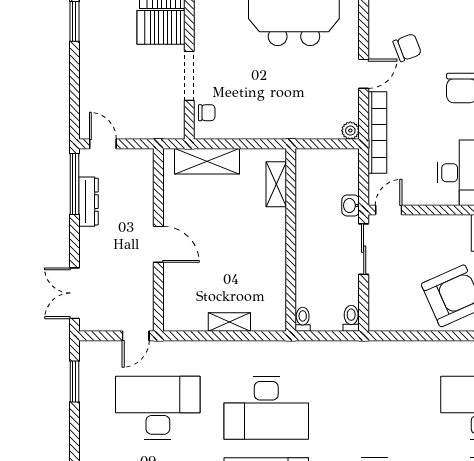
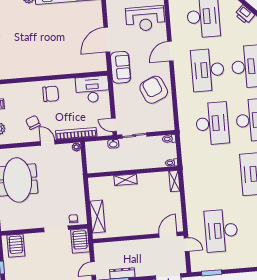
server rack: (161, 27) -> (80, 241), moved
shelving: (276, 184) -> (126, 180), moved
door: (158, 244) -> (168, 235), moved
shelving: (229, 322) -> (174, 181), moved
desk: (266, 408) -> (212, 123), moved

